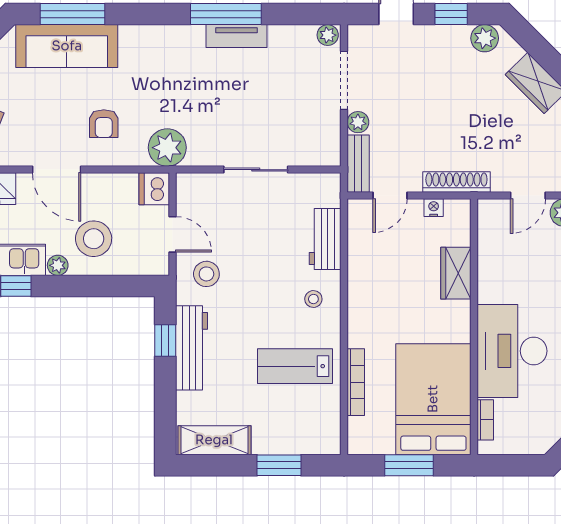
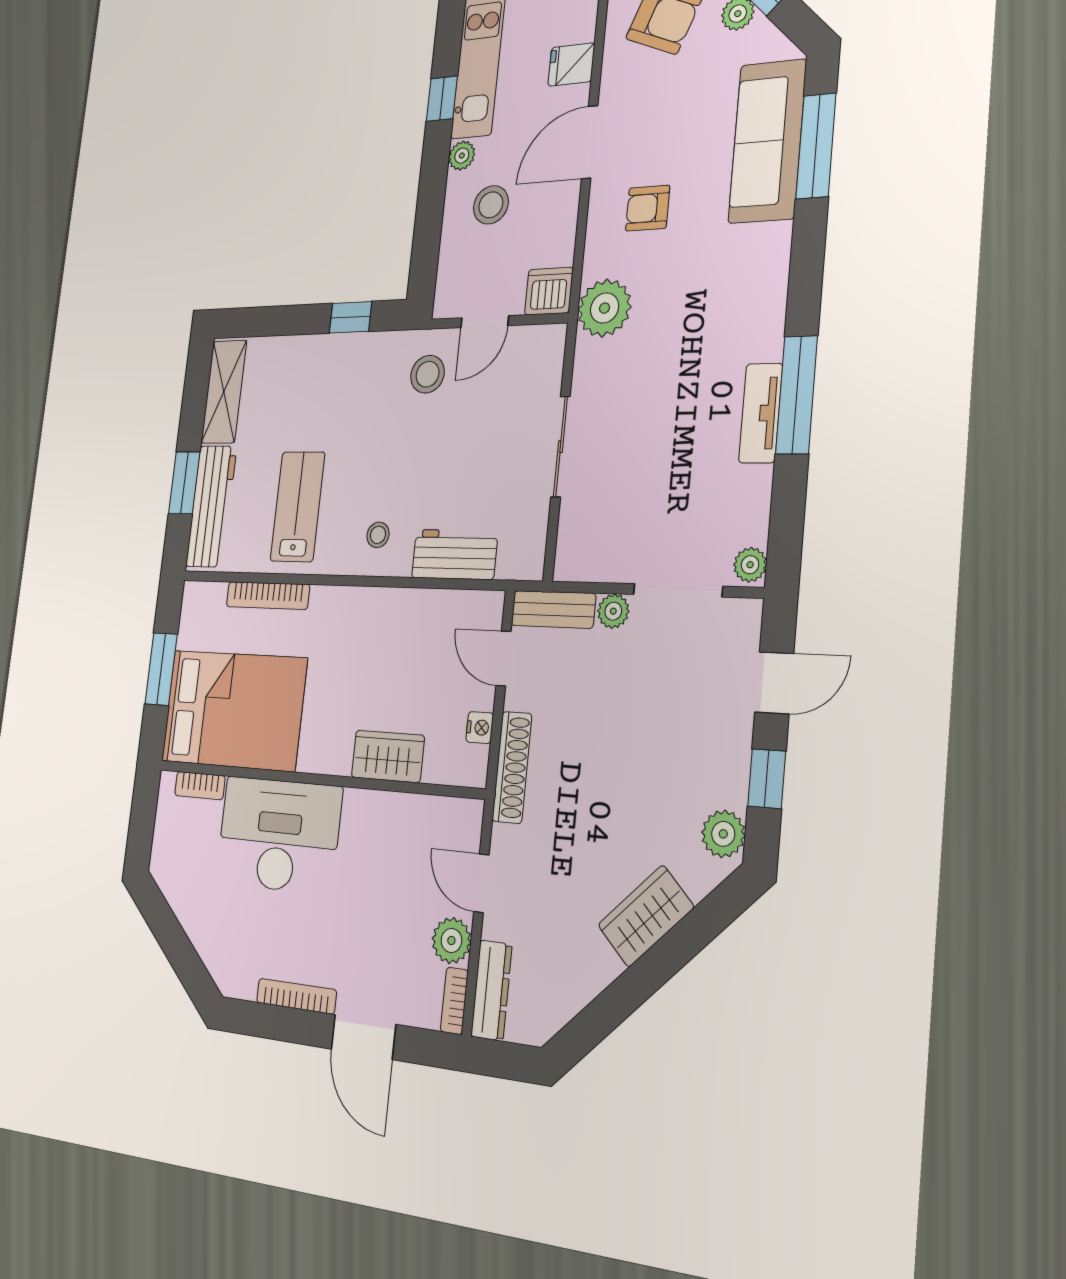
stool: (94, 239) -> (491, 205), width x0.73, depth x0.73
workbench: (192, 348) -> (211, 506), moved, turned -90

